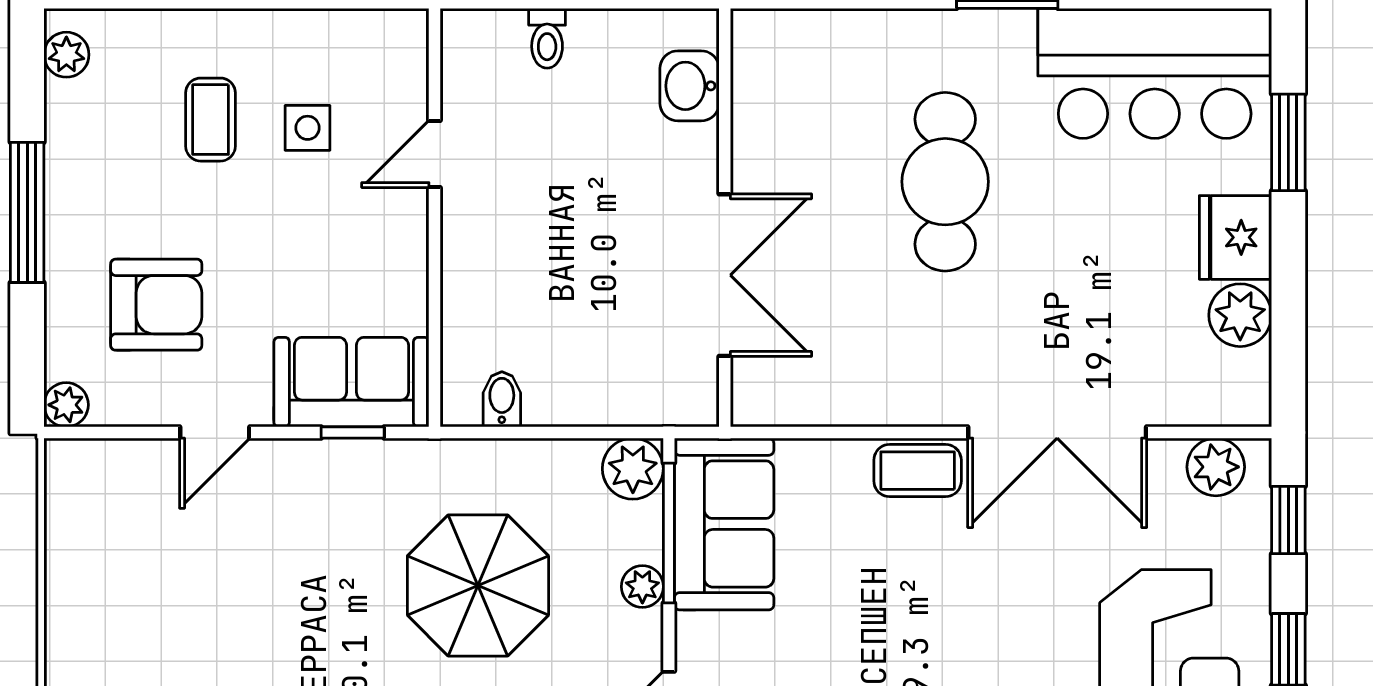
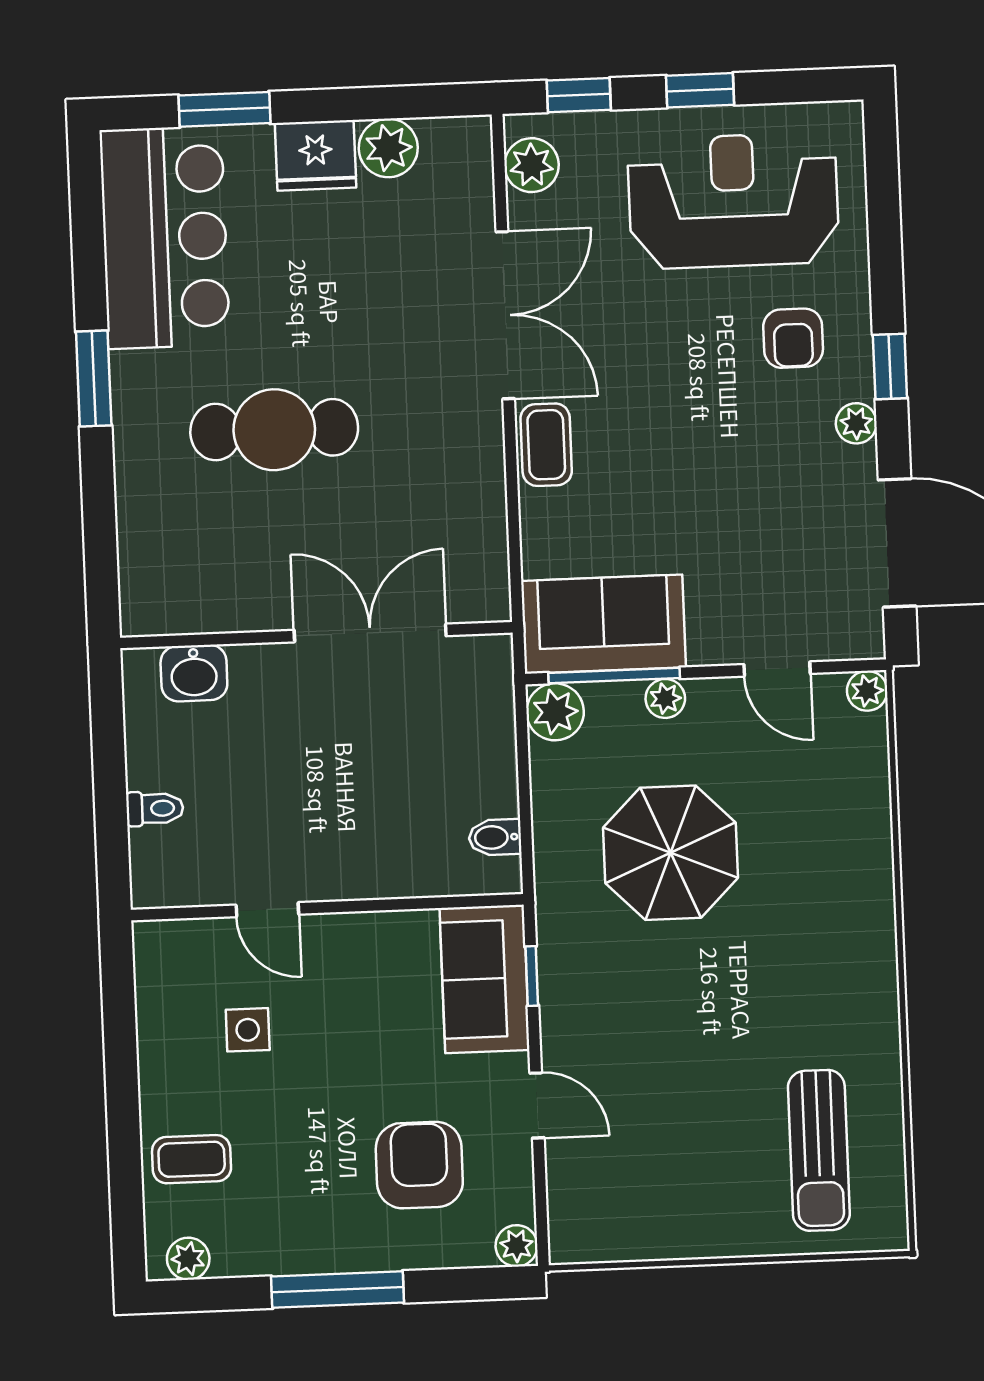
coffee table: (211, 120) -> (192, 1159), moved

